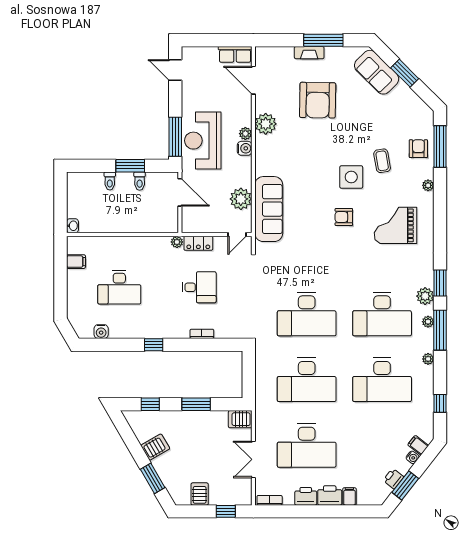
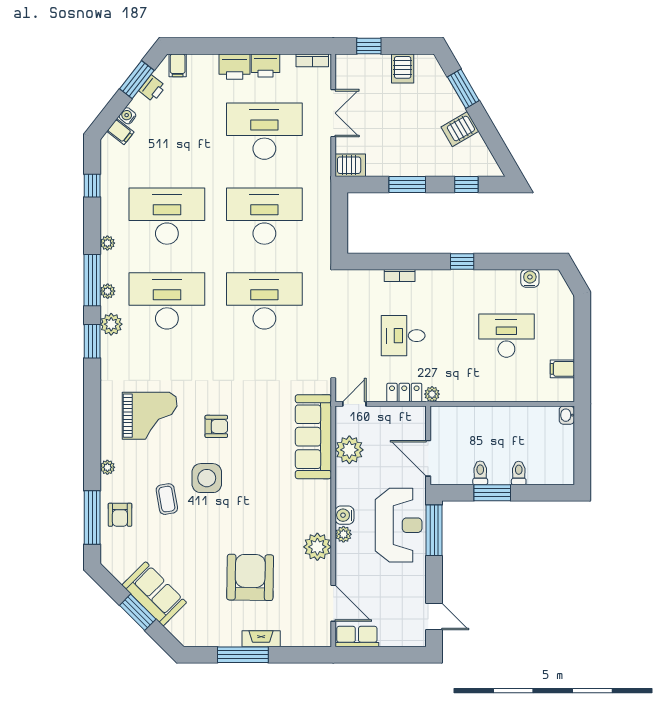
sofa: (377, 72) -> (154, 594), moved
filing cabinet: (349, 496) -> (178, 65), moved

